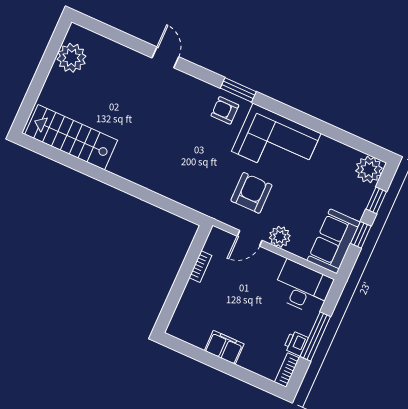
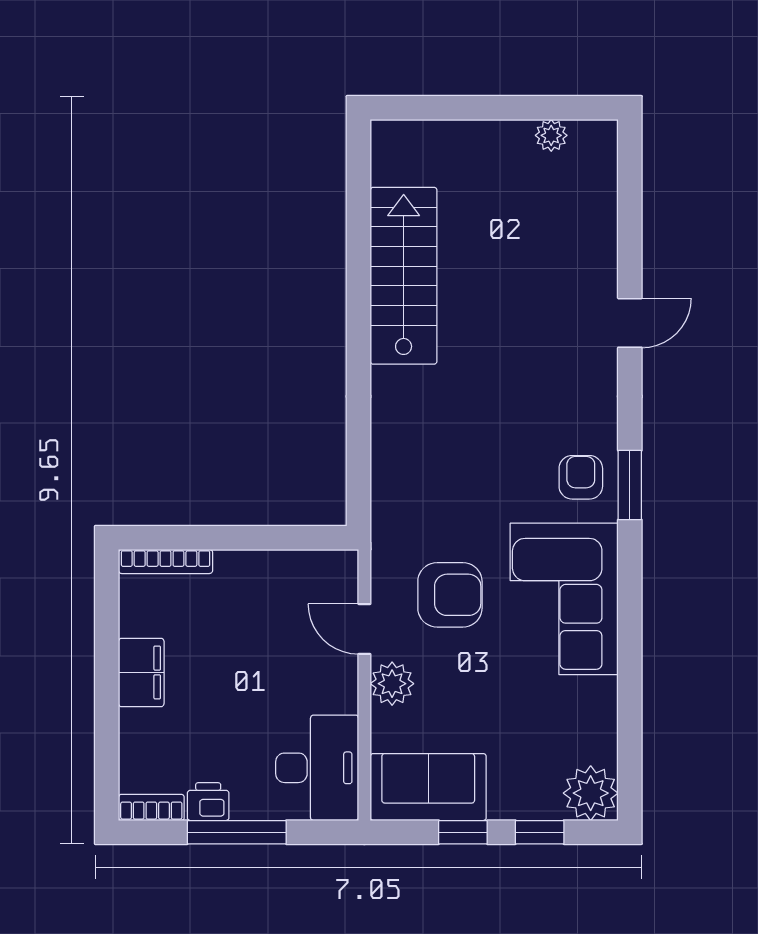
plant: (72, 58) -> (551, 135), width x0.53, depth x0.53
stairs: (71, 137) -> (404, 276), moved
bookcase: (200, 267) -> (166, 561), moved, width x1.56

